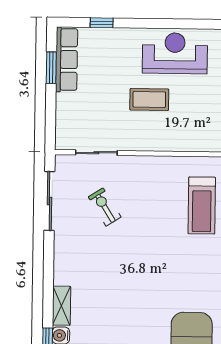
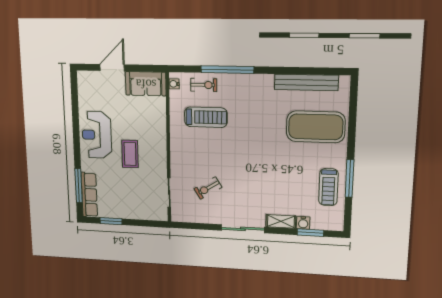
window: (102, 23) -> (79, 186), width x2.17
row of seats: (67, 59) -> (89, 195), moved, turned 90
sliding door: (49, 201) -> (243, 229), moved

